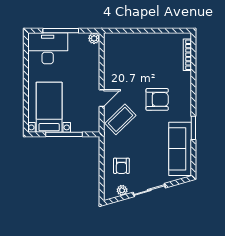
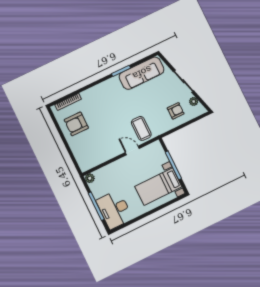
armchair: (157, 99) -> (76, 124), moved, turned -90
coffee table: (120, 119) -> (141, 128), turned 44

